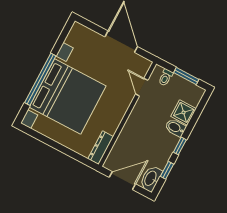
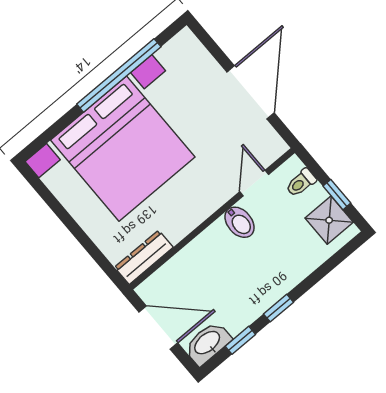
window: (186, 76) -> (337, 195), width x0.67
window: (40, 79) -> (119, 75), moved
shower: (184, 112) -> (329, 220), moved
bidet: (175, 128) -> (240, 222), moved, turned 180

